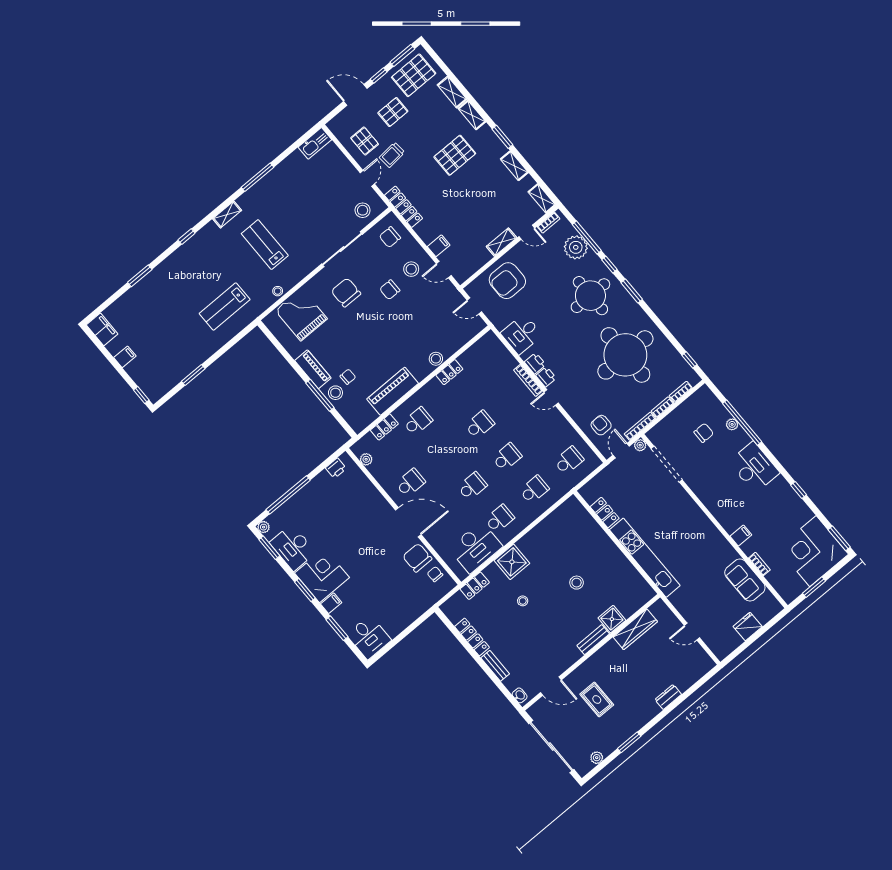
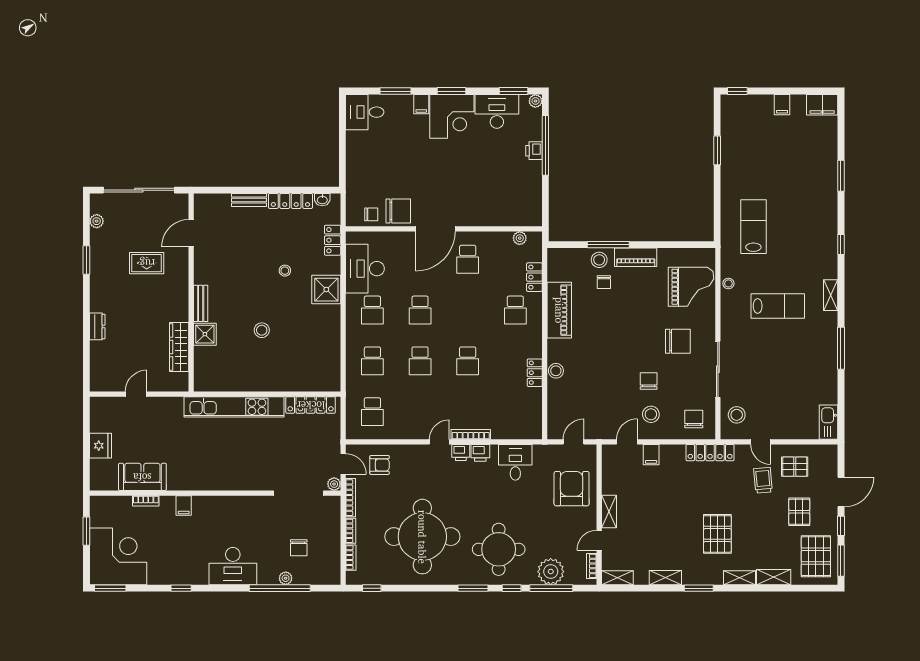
printer: (336, 468) -> (534, 151), moved
locker: (605, 513) -> (311, 405), width x1.53
washbasin: (520, 695) -> (322, 200), moved

